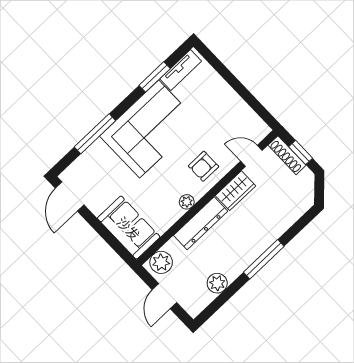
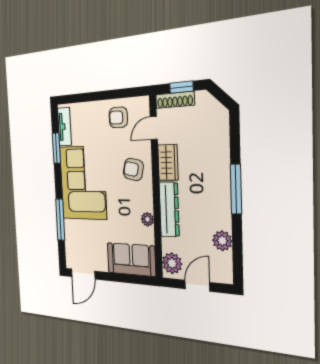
armchair: (233, 117) -> (118, 117), added
armchair: (203, 166) -> (133, 169), turned 102
door: (70, 197) -> (83, 274), hinge flipped
plant: (187, 202) -> (147, 219), moved
door: (164, 296) -> (197, 286), swing flipped

